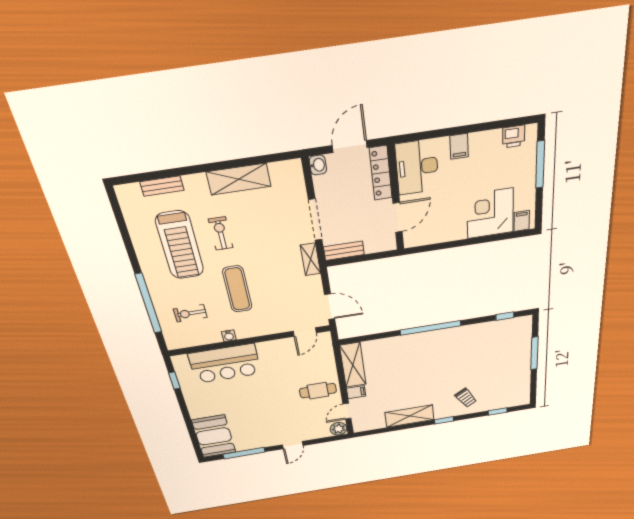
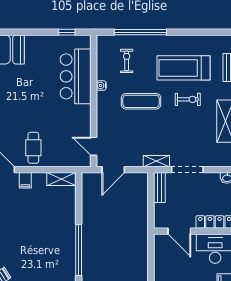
shelving: (353, 365) -> (61, 179), width x0.67, depth x0.75

